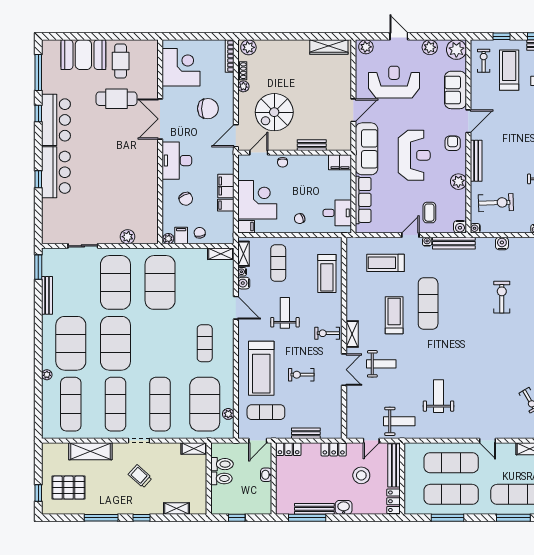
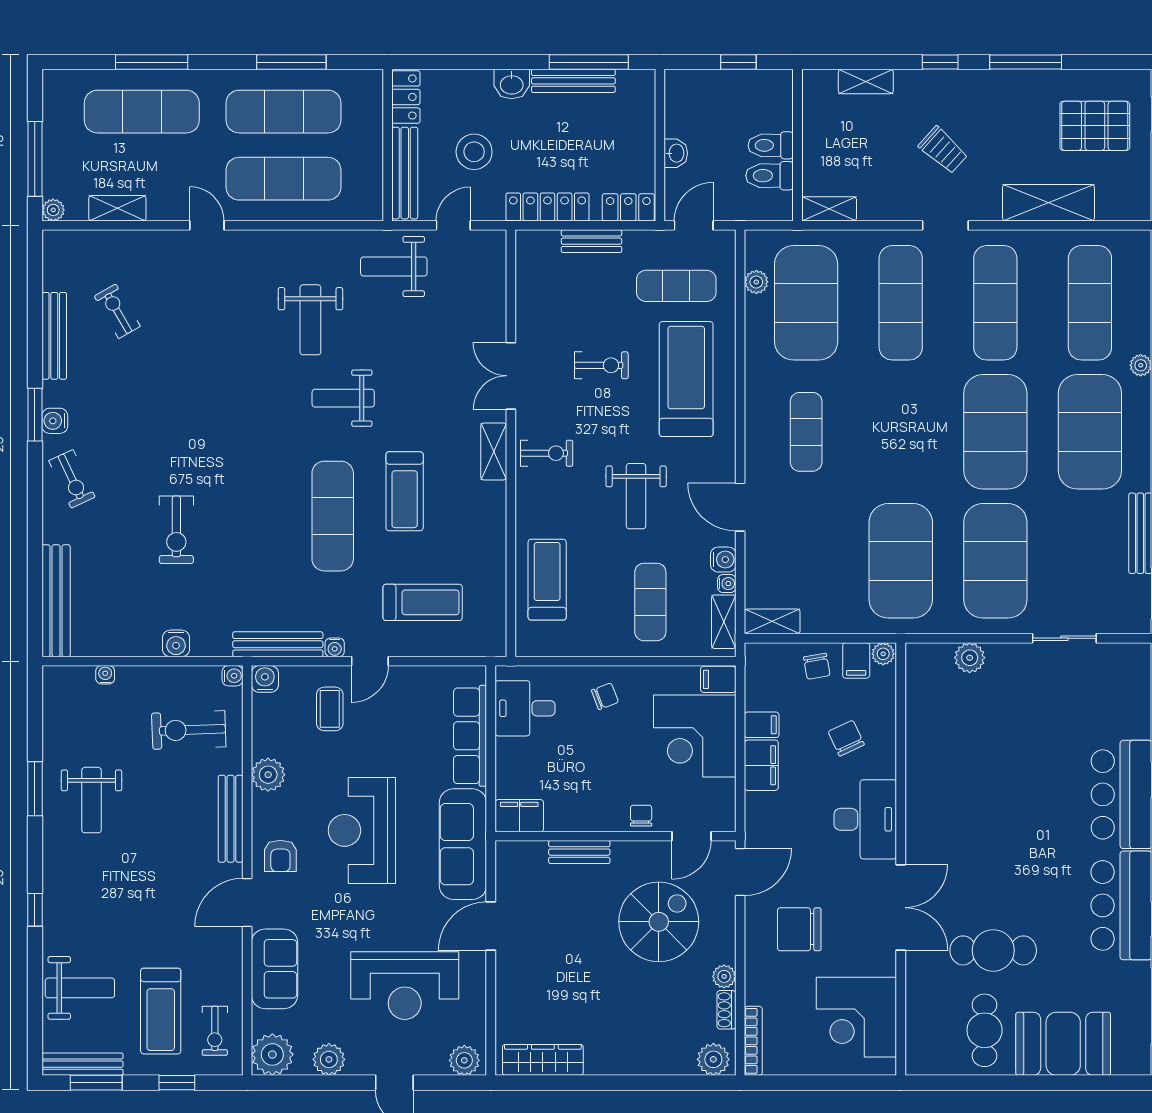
weight bench: (381, 364) -> (343, 398), moved
locker: (334, 449) -> (547, 207), width x1.53

